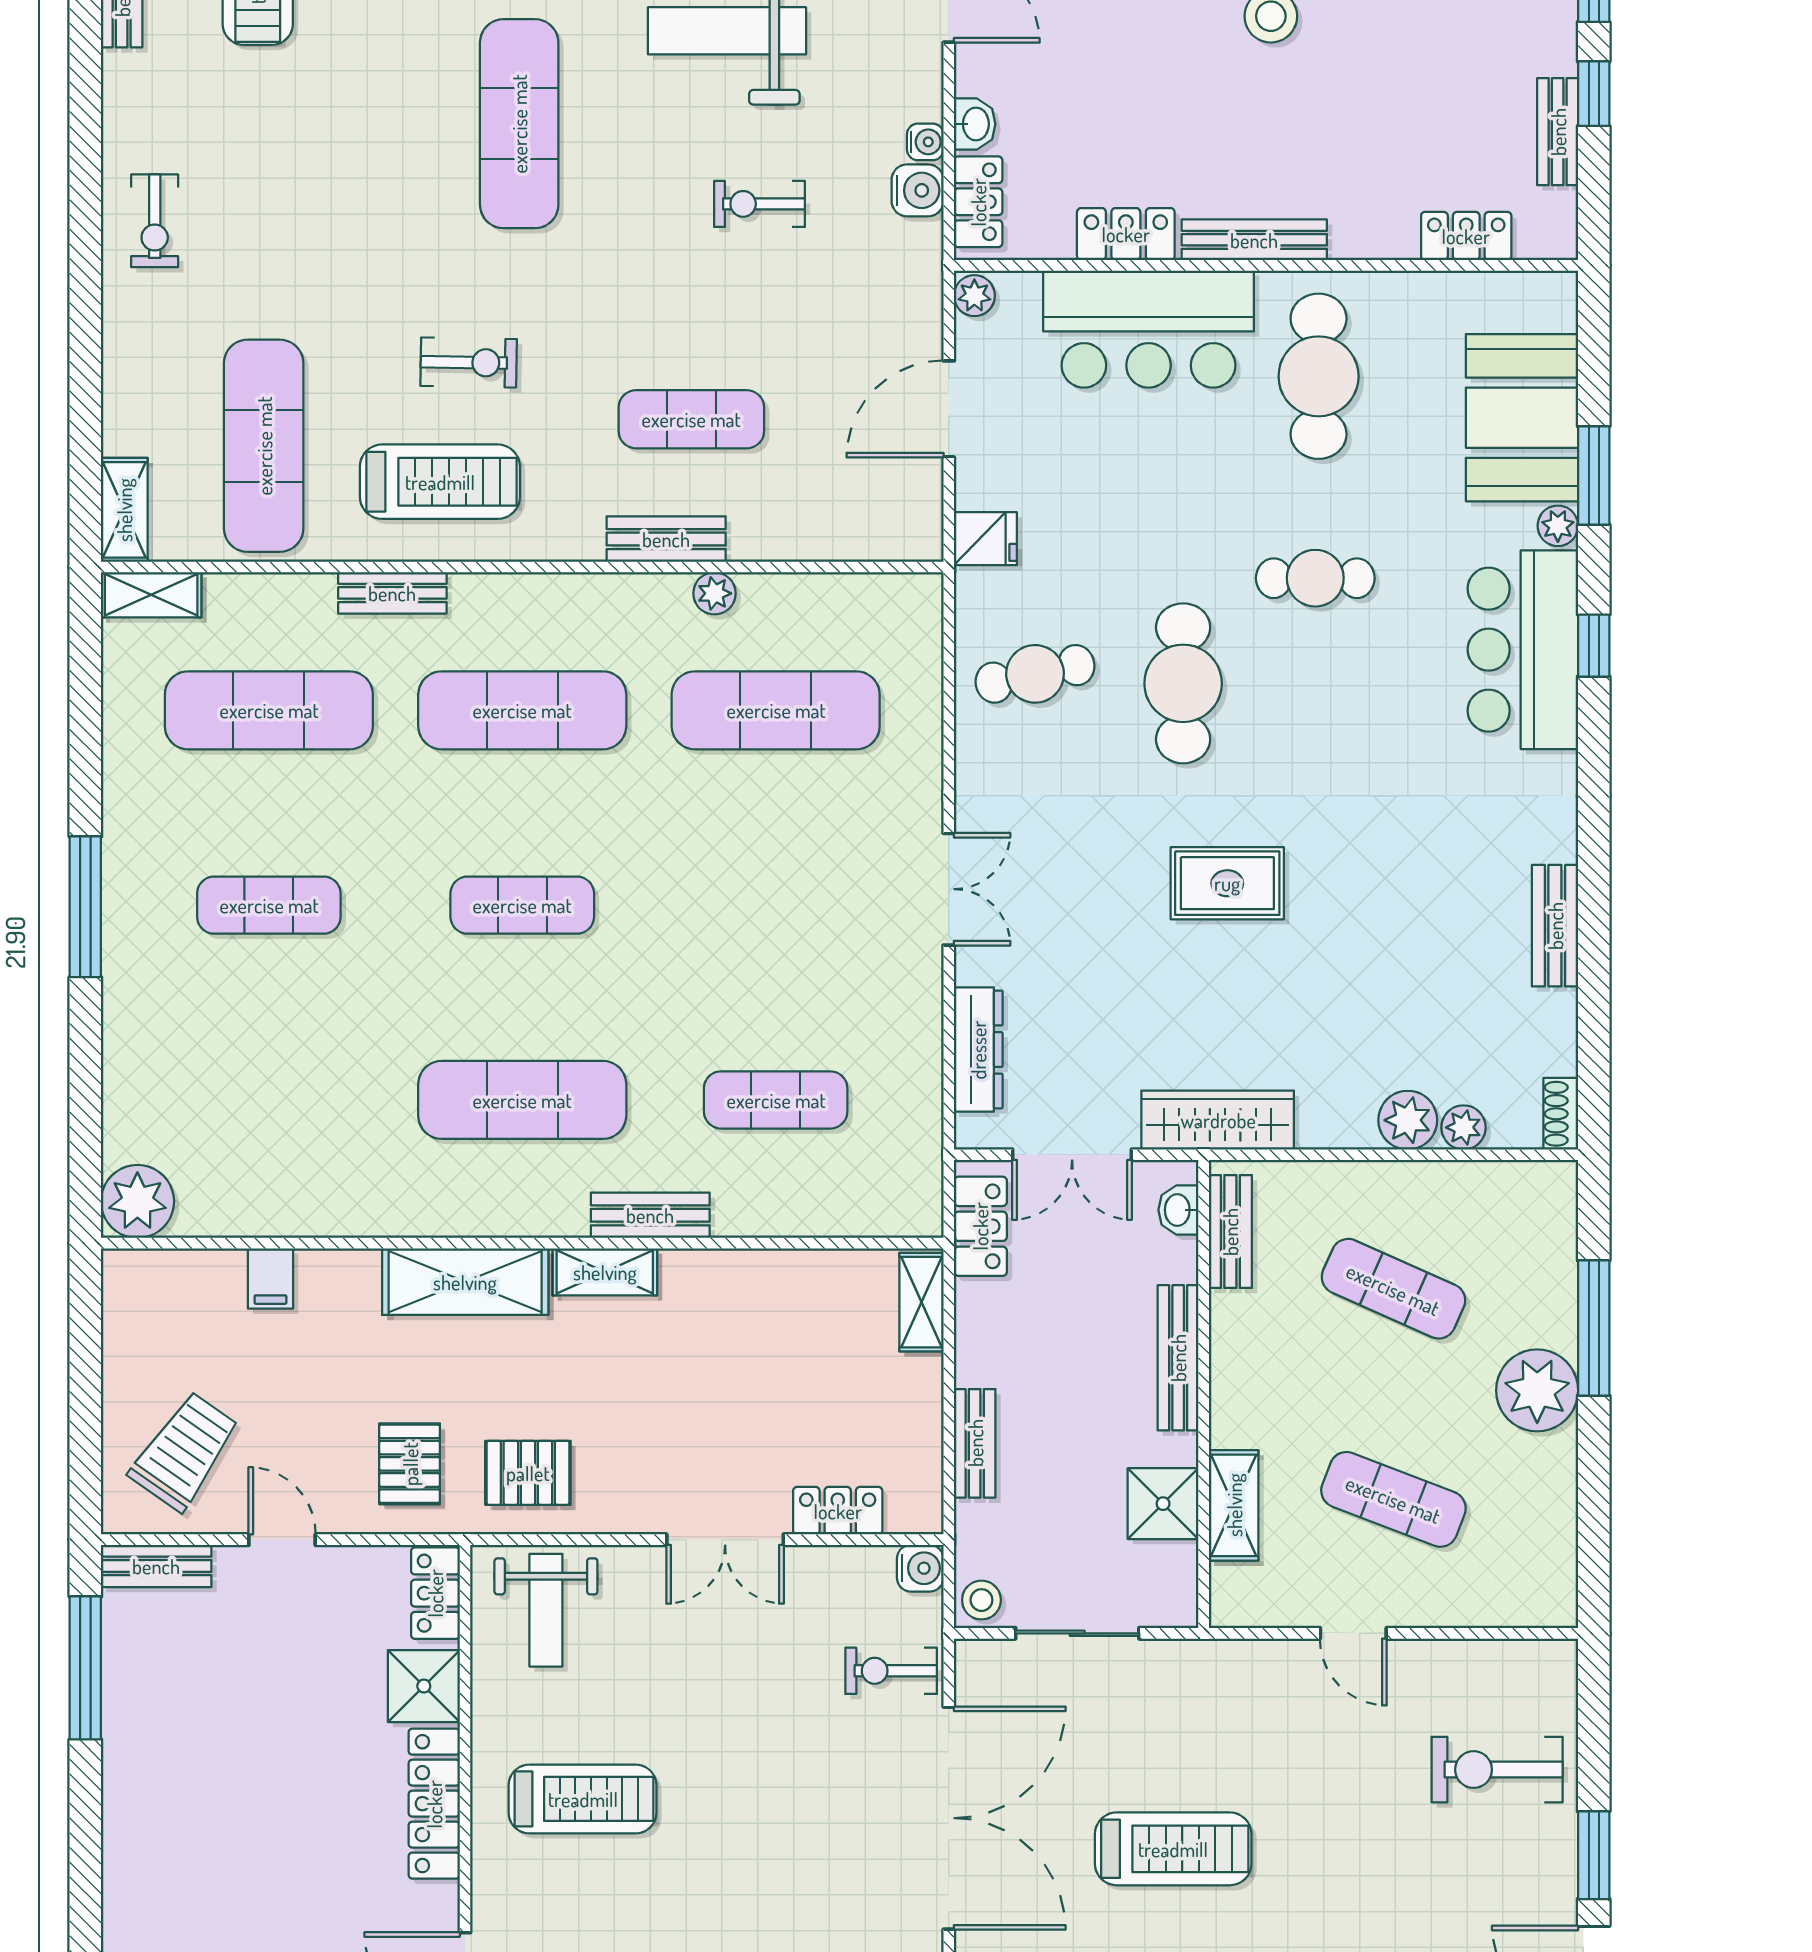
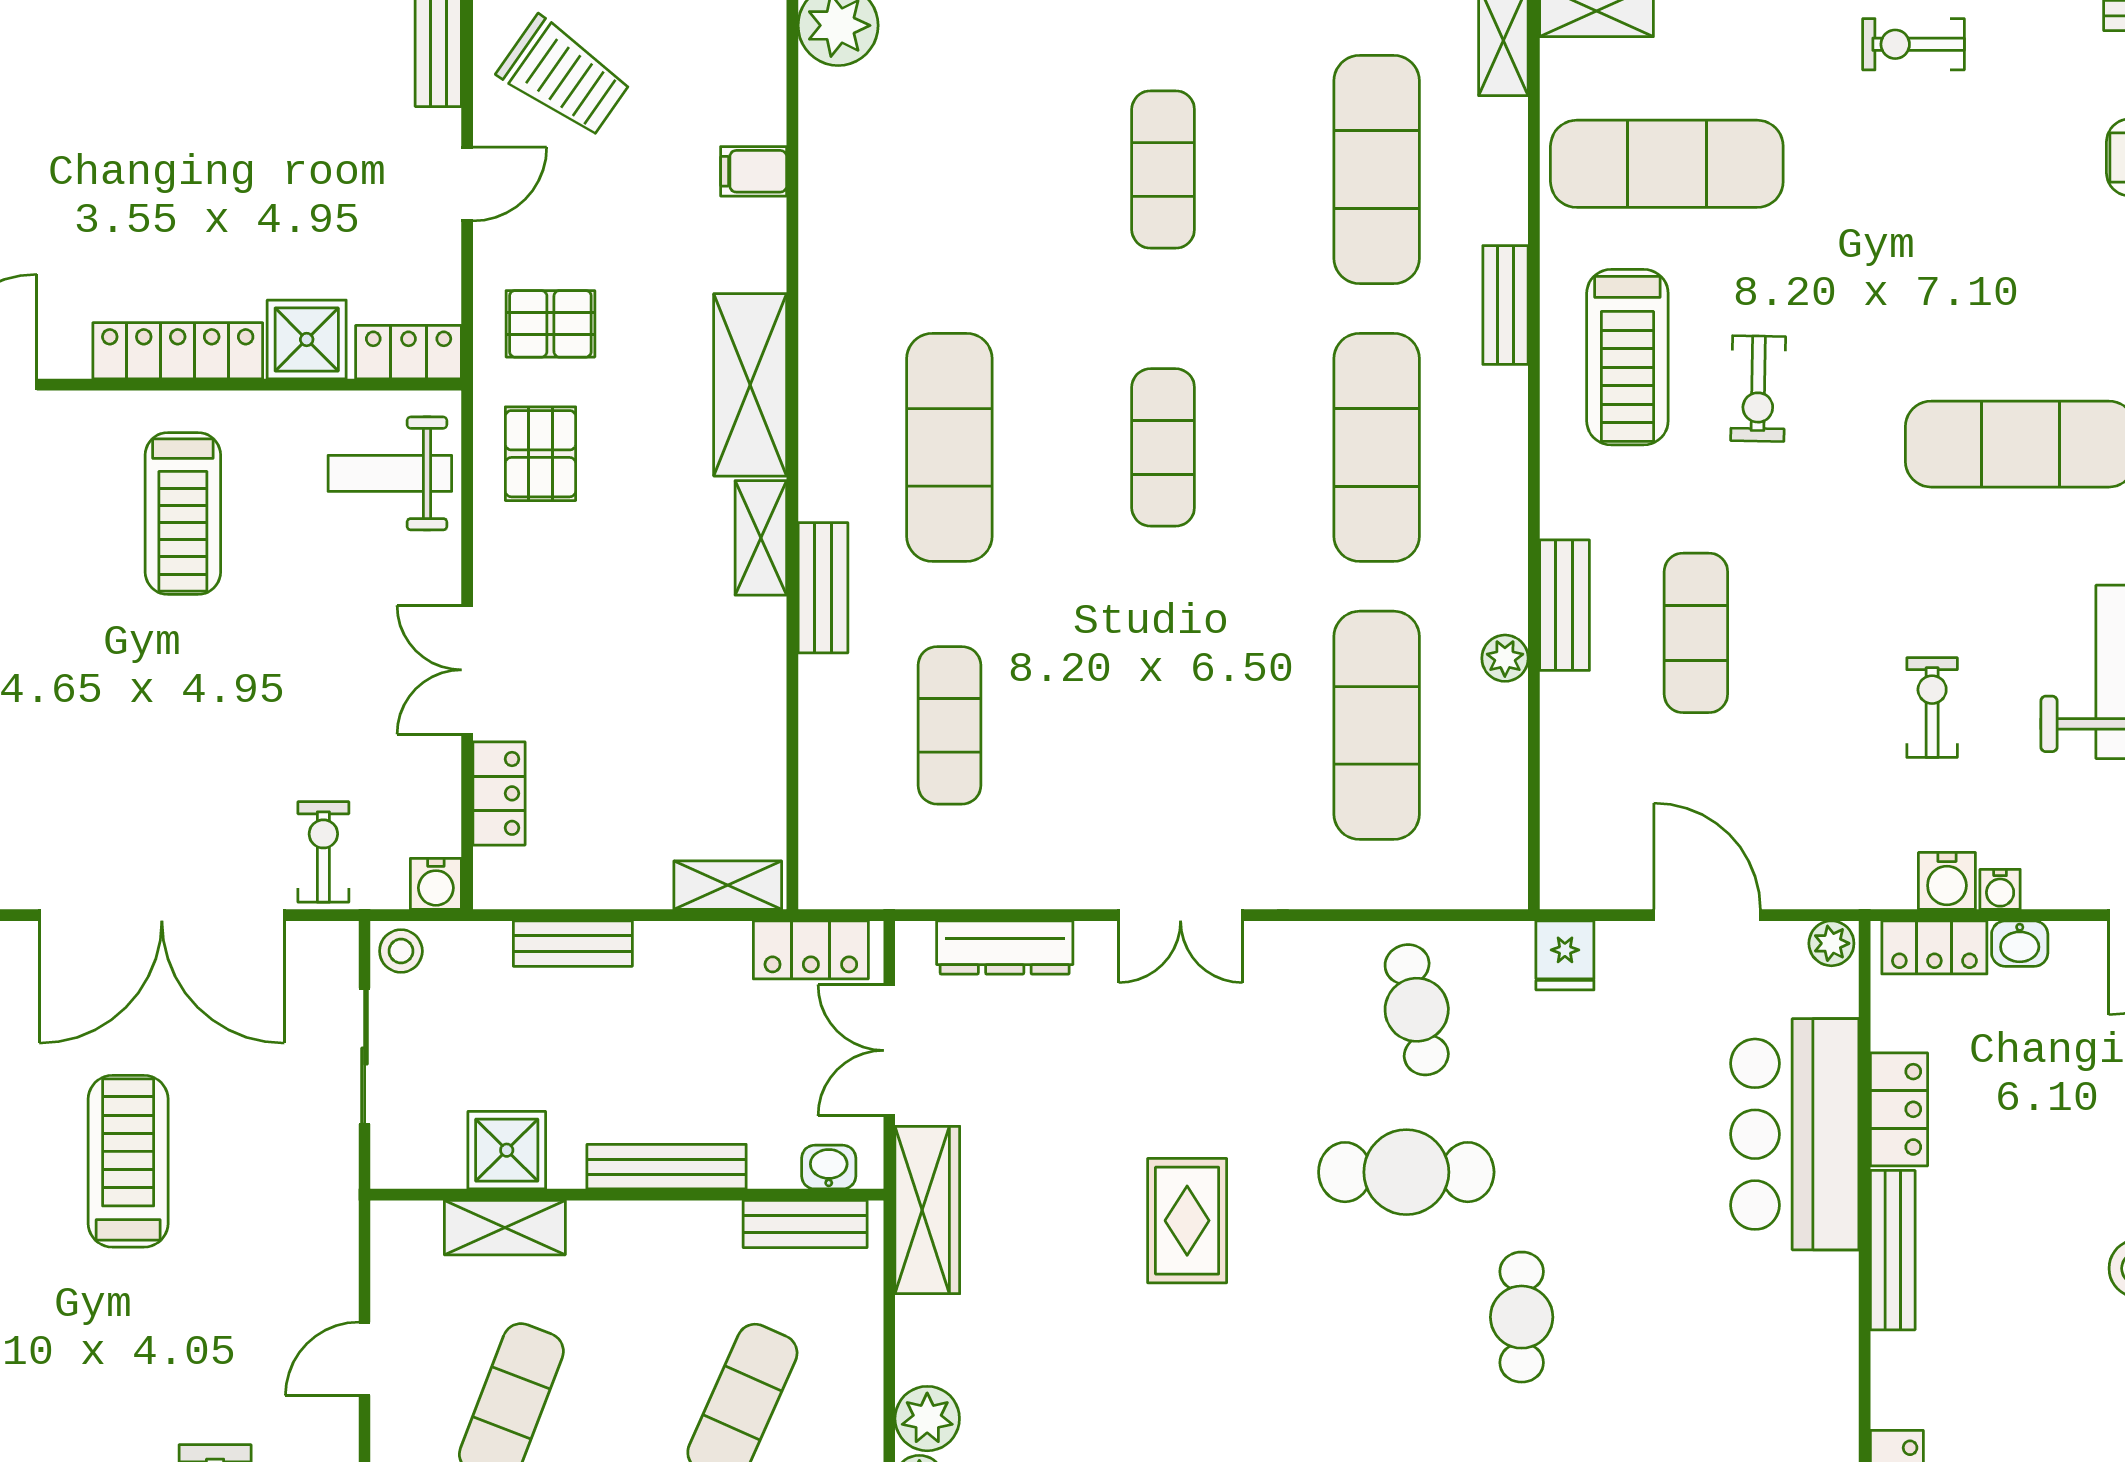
cafe table: (1319, 376) -> (1743, 1321), removed
treadmill: (1173, 1849) -> (128, 1161), turned 180

